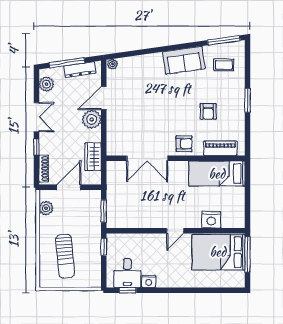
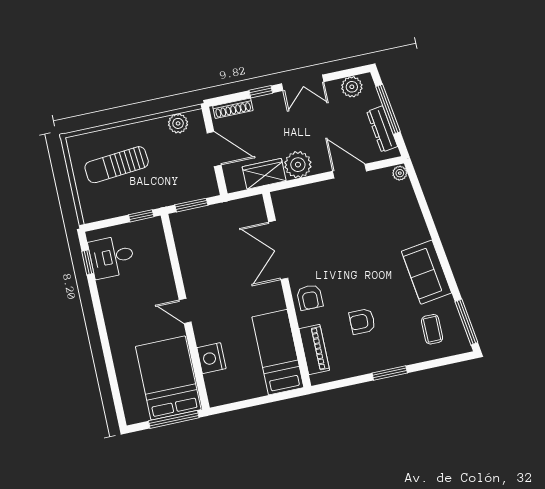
plant: (92, 119) -> (298, 165), moved
nightstand: (149, 281) -> (106, 289), removed

